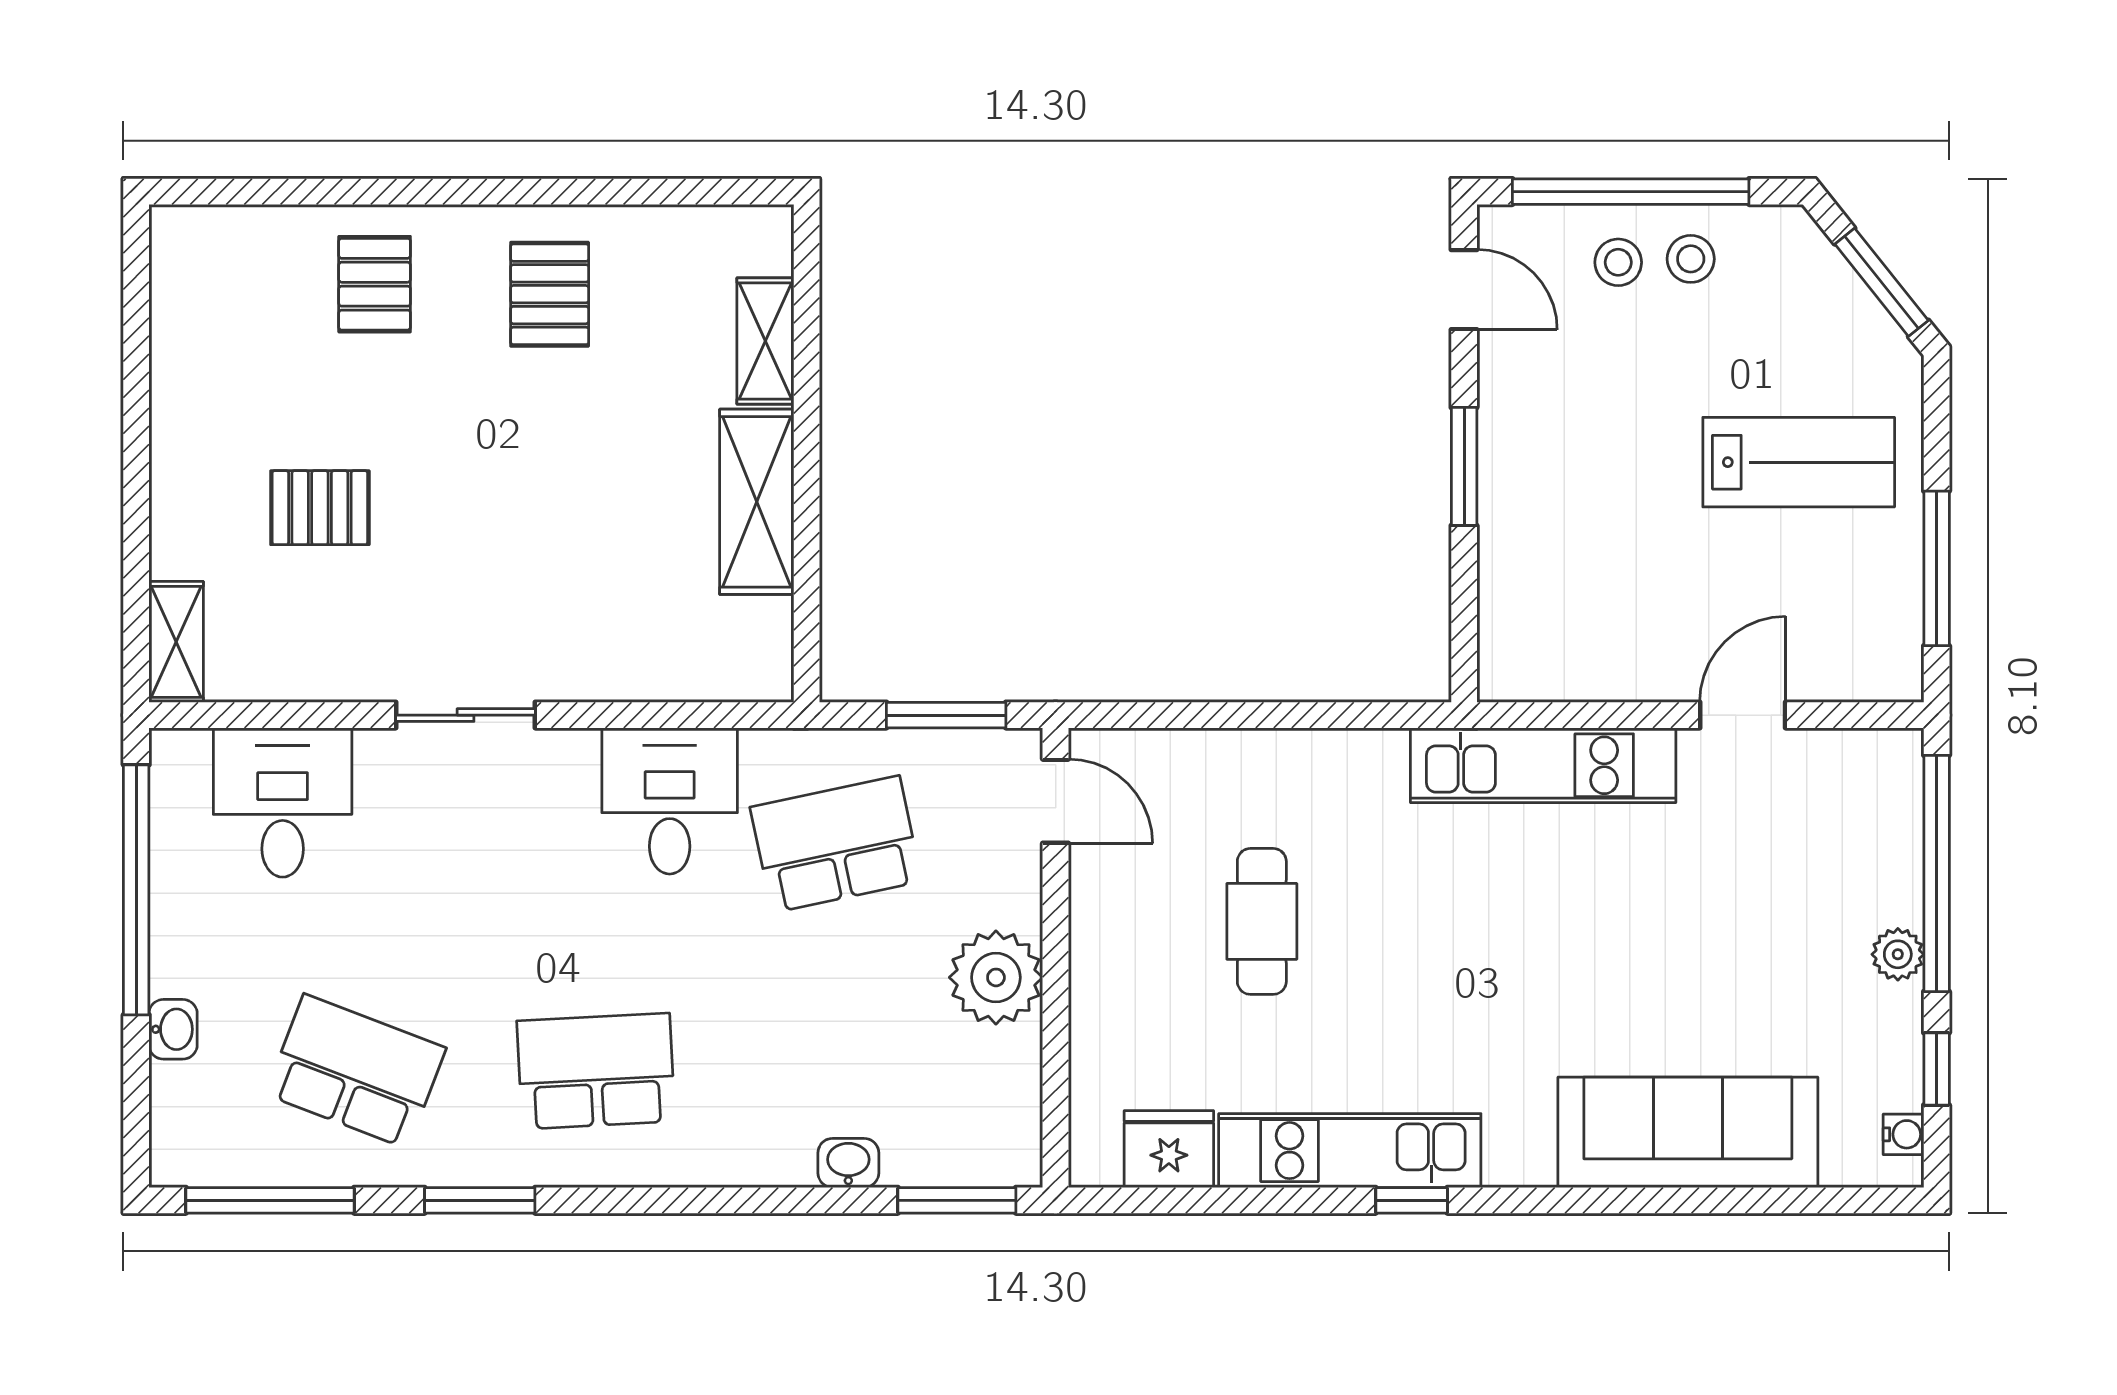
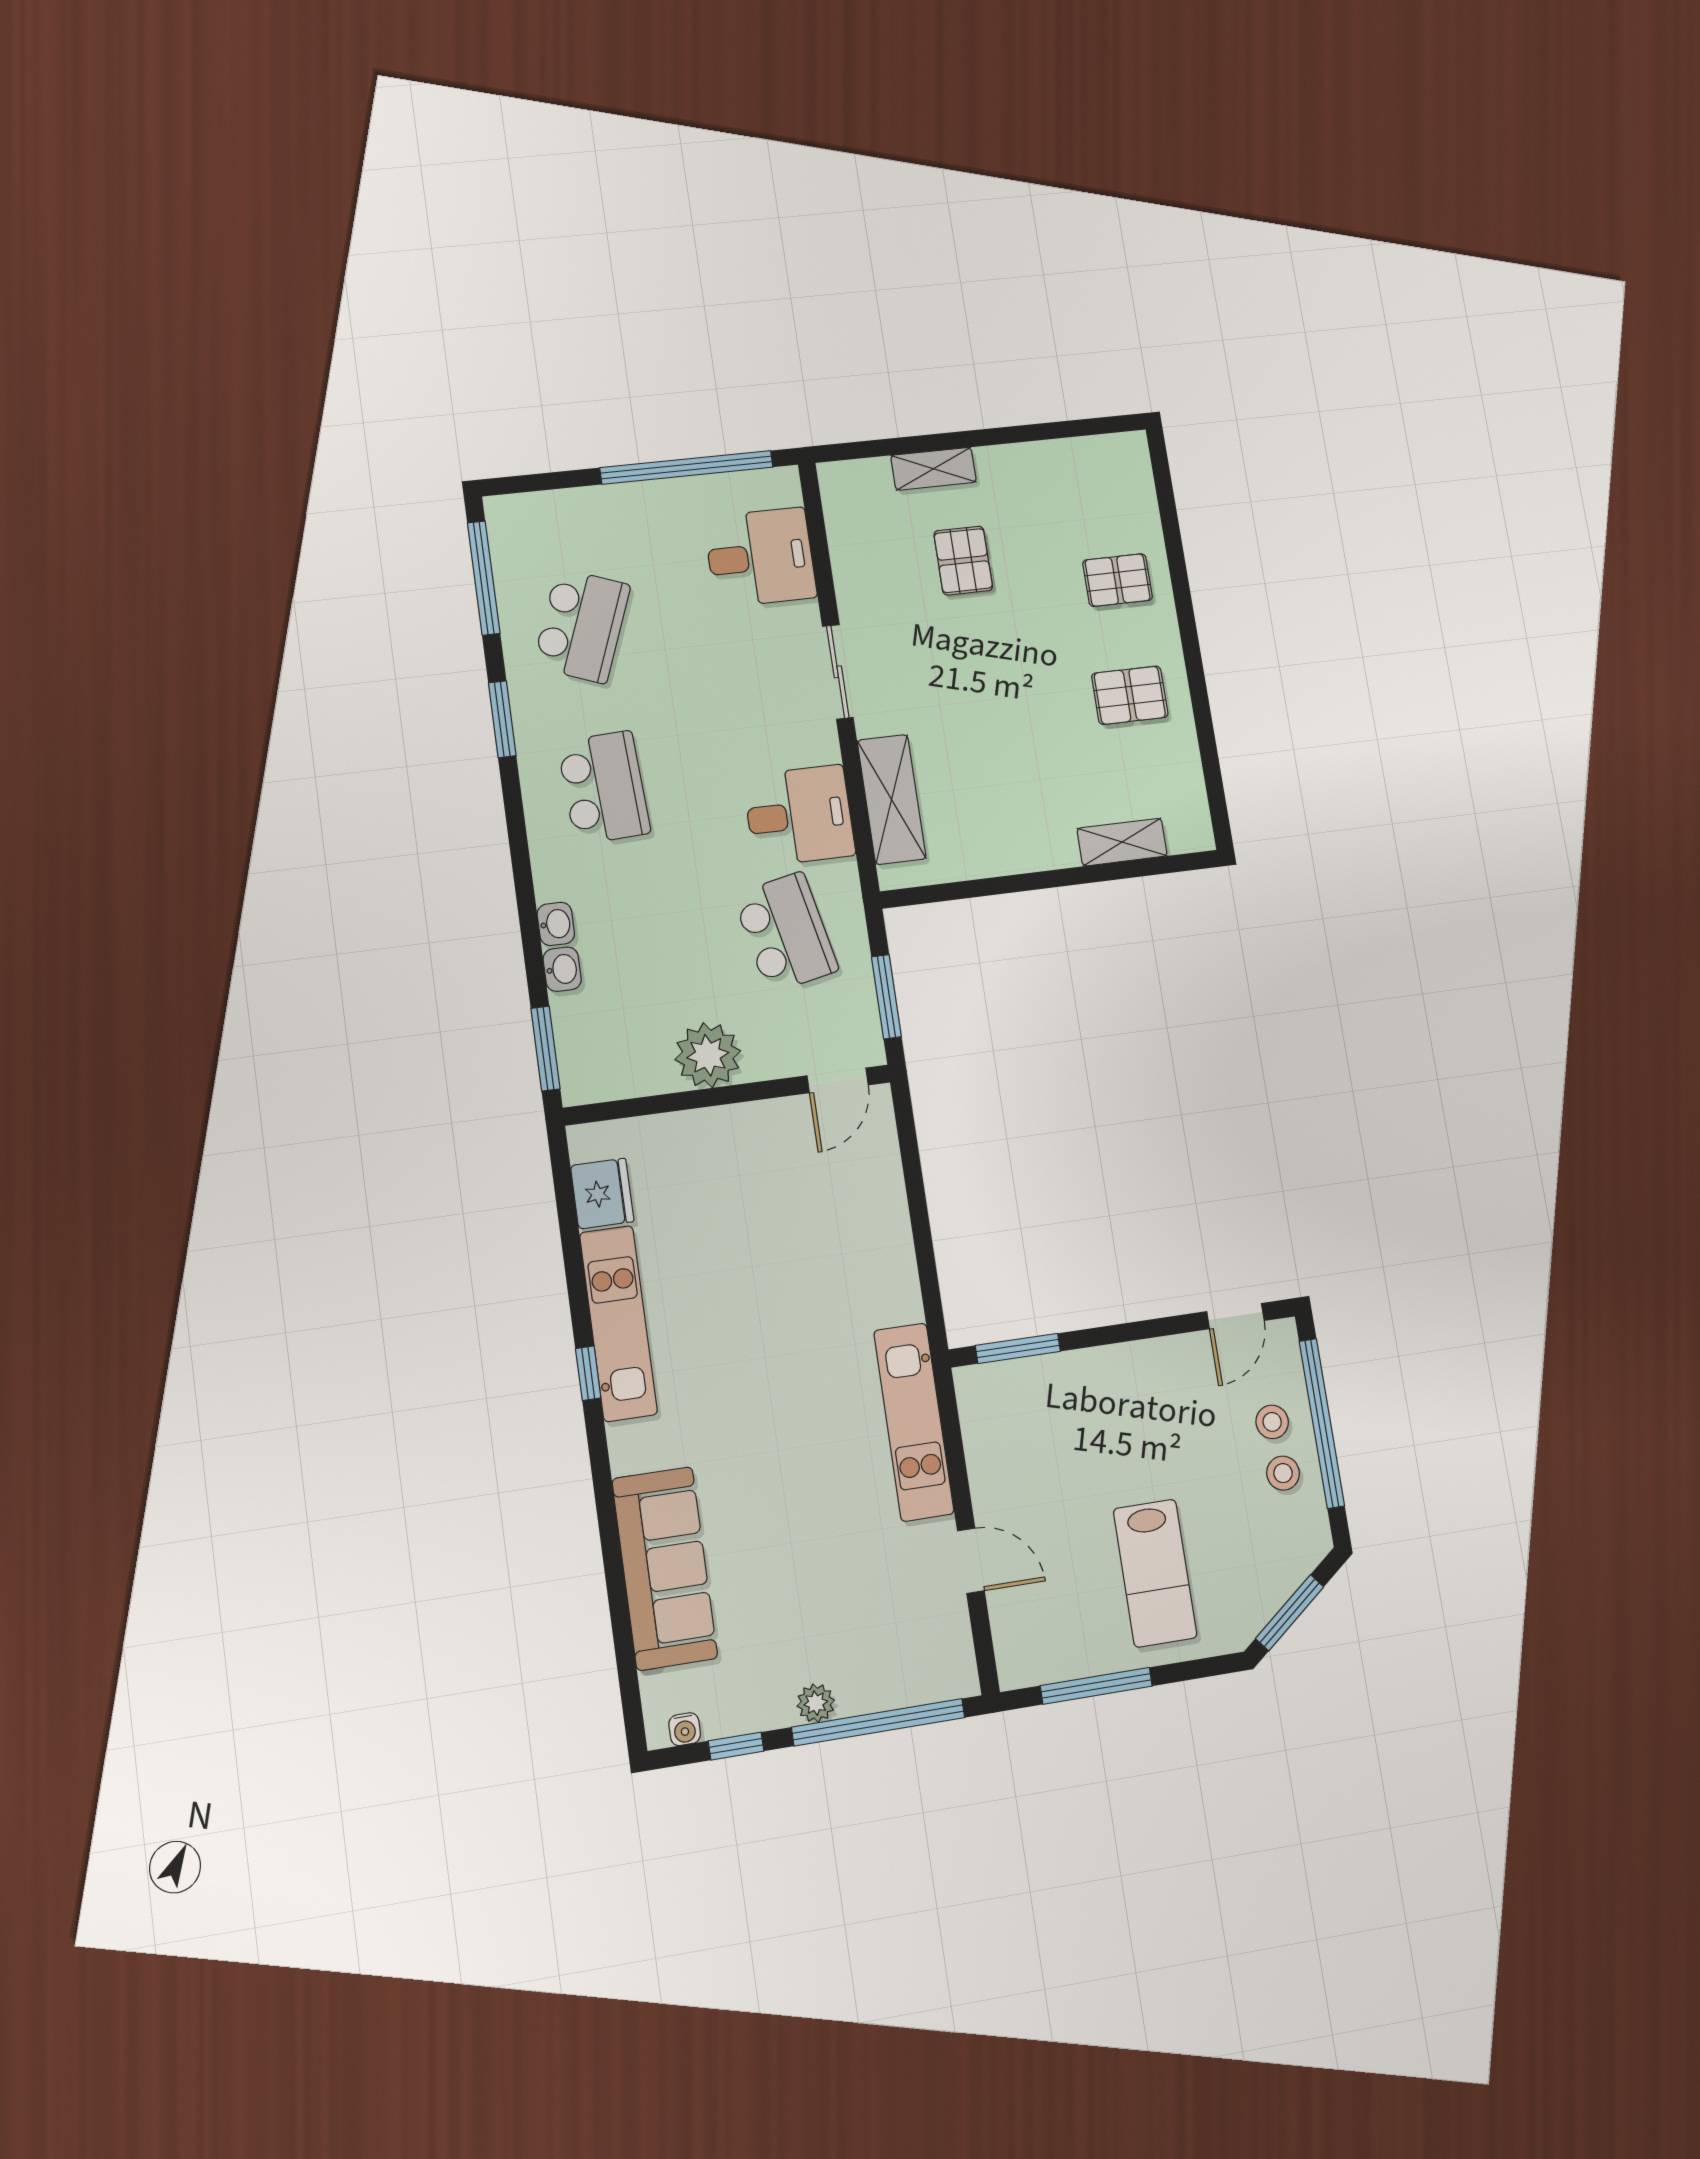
window: (1464, 466) -> (1018, 1348), moved
shelving: (757, 502) -> (892, 799), moved, turned 90
shelving: (176, 642) -> (934, 469), moved
cafe table: (1262, 921) -> (774, 1237), removed
washbasin: (173, 1029) -> (556, 924), moved, turned -90

